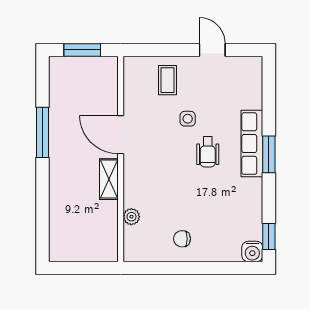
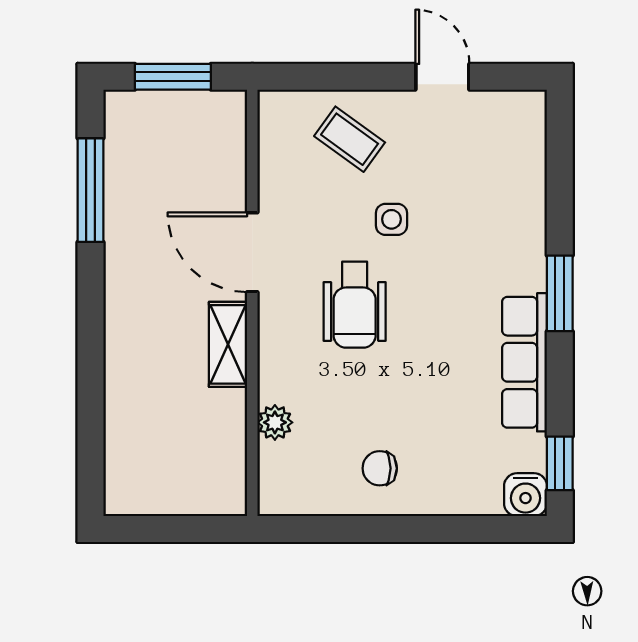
coffee table: (167, 80) -> (350, 139), turned -54
window: (43, 132) -> (90, 190), moved
row of seats: (252, 144) -> (525, 362), moved
wheelchair: (208, 152) -> (355, 305), moved, width x1.36, depth x1.37

